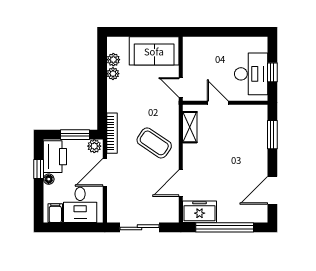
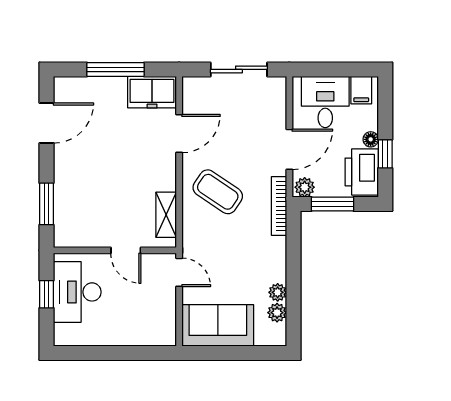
window: (225, 227) -> (115, 69), width x0.68

